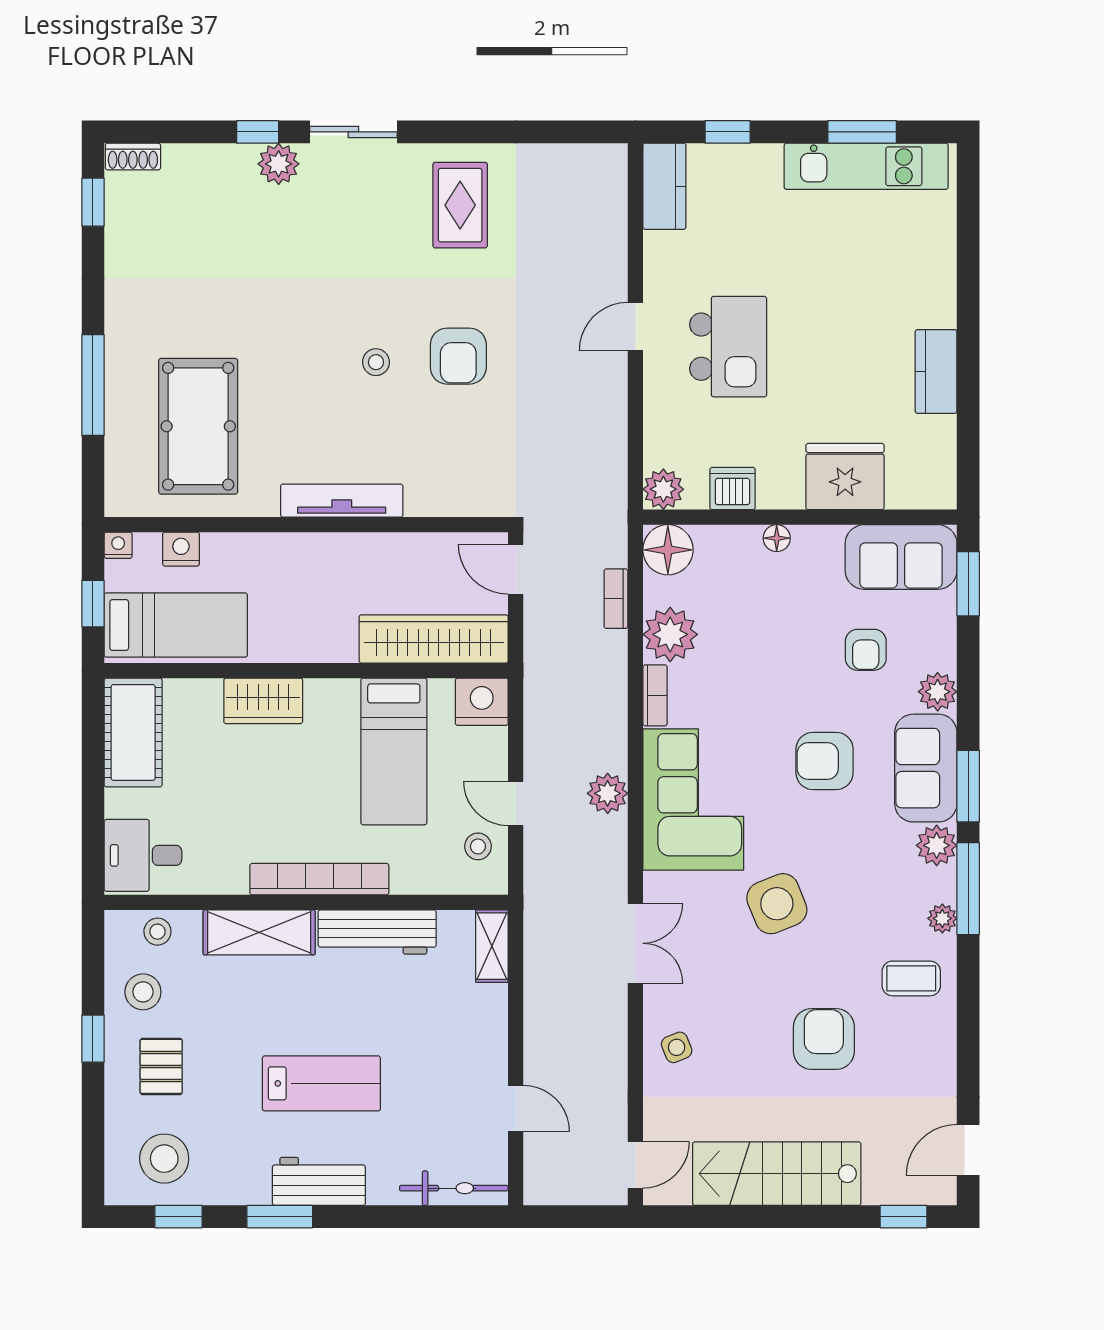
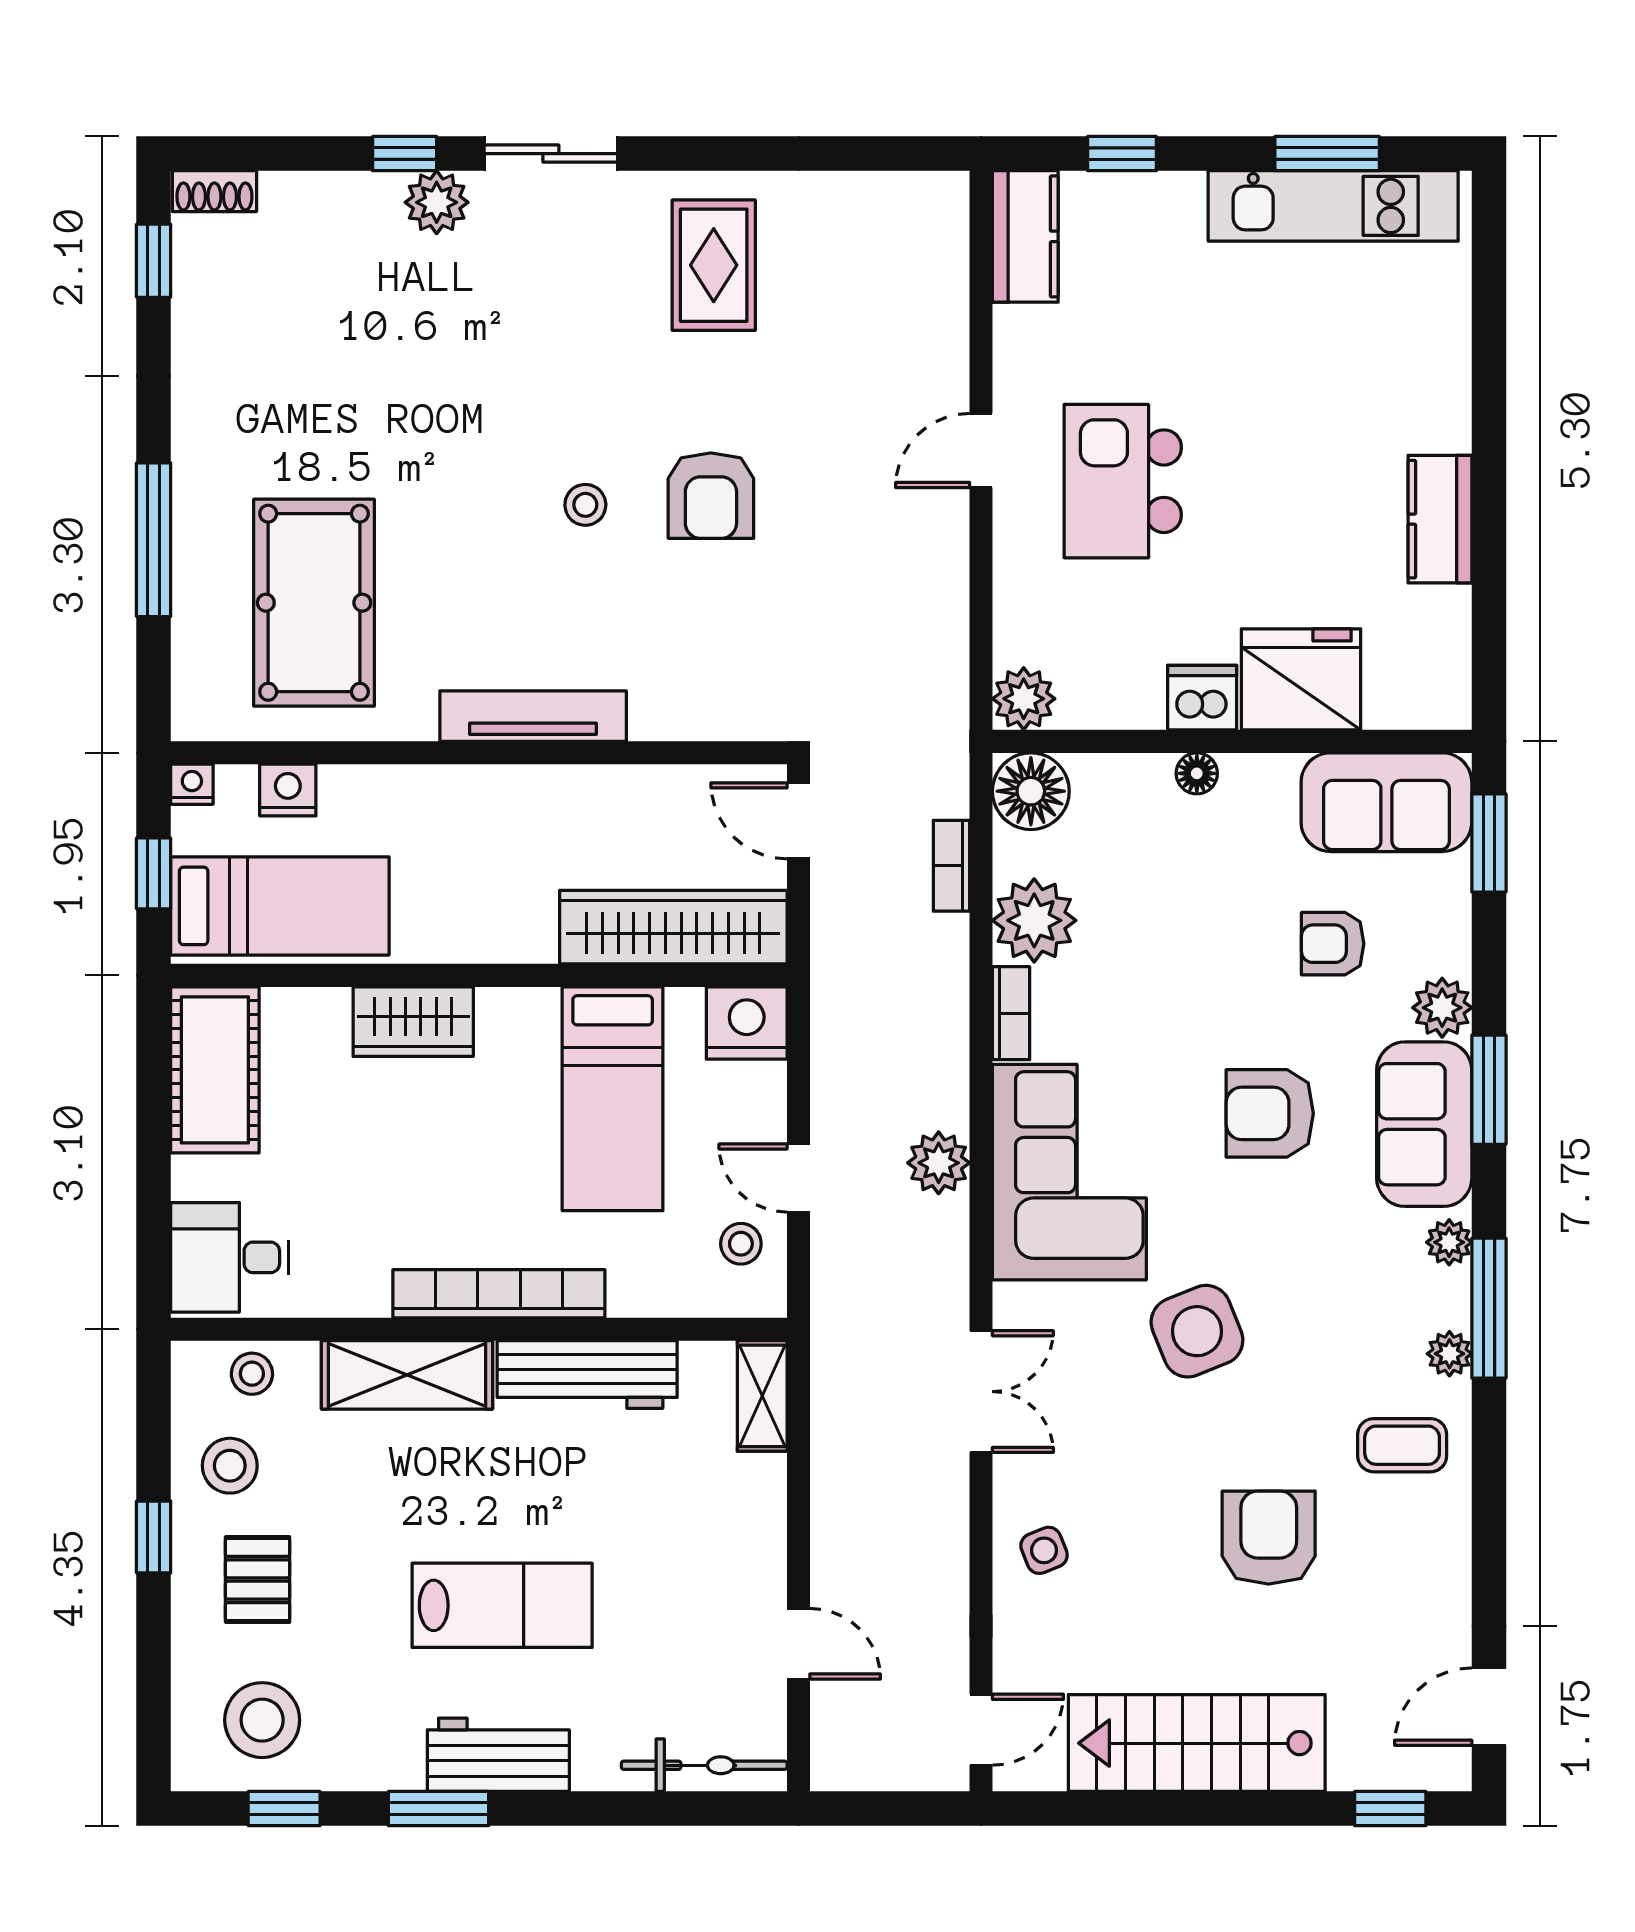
kitchen island: (728, 347) -> (1123, 481), turned 180
dishwasher: (732, 488) -> (1202, 698), moved
armchair: (866, 650) -> (1333, 944), turned 90
window: (968, 786) -> (1489, 1090), moved
plant: (937, 845) -> (1449, 1242), width x0.73, depth x0.73

